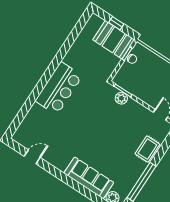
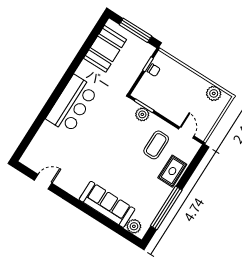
window: (116, 23) -> (135, 30), width x2.17
booth: (114, 40) -> (105, 49), moved, turned 90
coffee table: (133, 126) -> (156, 145), added

